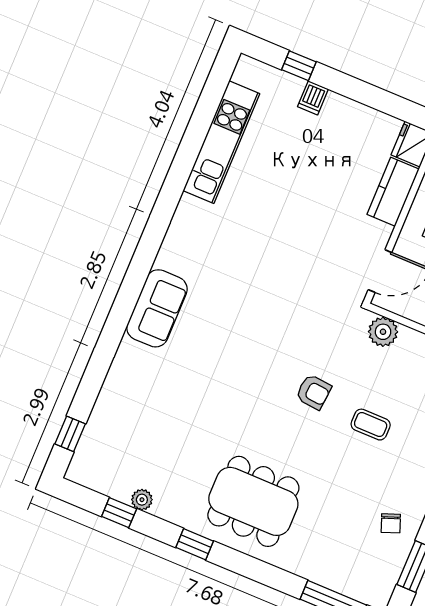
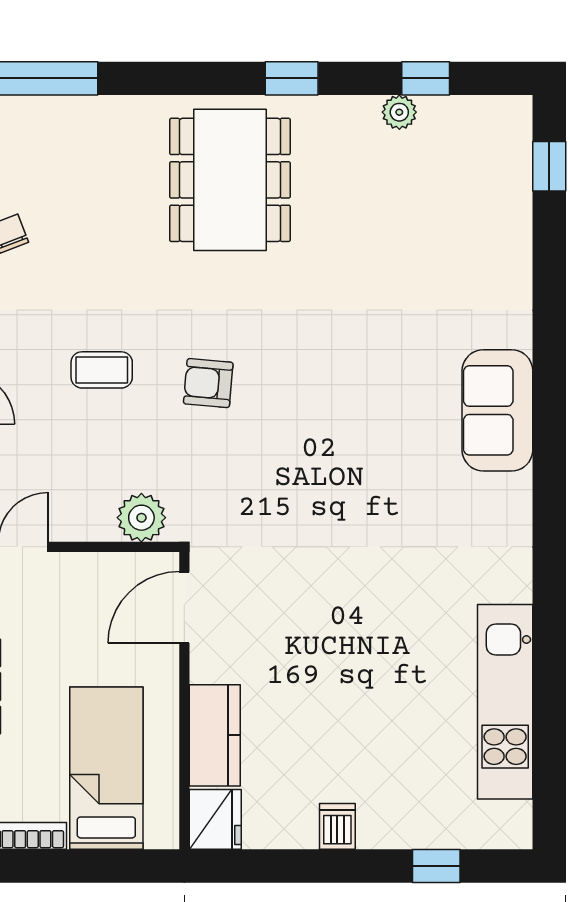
dishwasher: (313, 98) -> (337, 826), moved
dining table: (253, 501) -> (230, 180), turned 90

